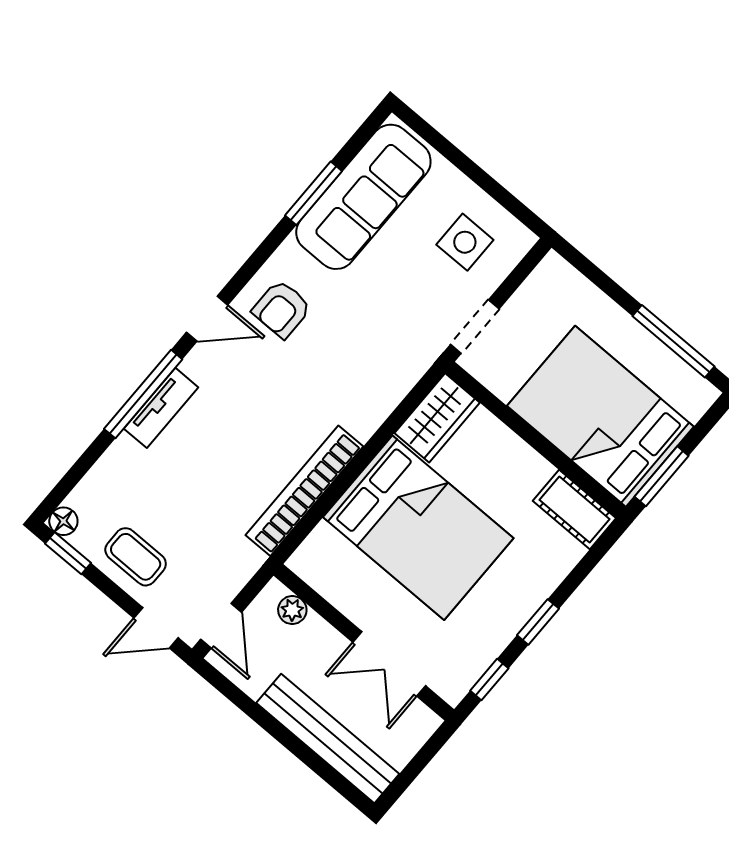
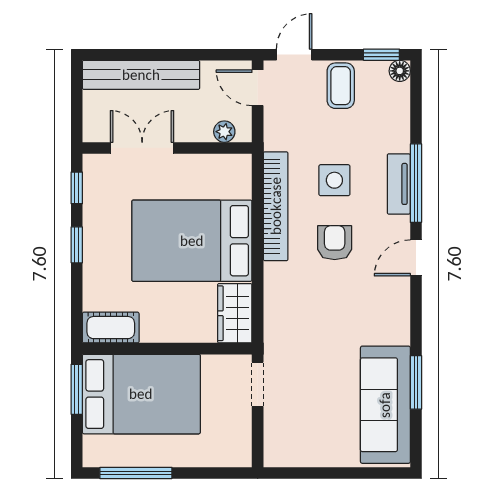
side table: (465, 242) -> (334, 180), moved
armchair: (282, 309) -> (335, 243), moved
coffee table: (136, 557) -> (341, 86), turned 90

